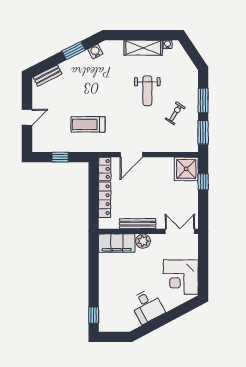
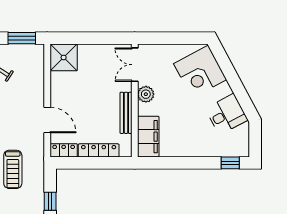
window: (203, 182) -> (78, 38), removed
plant: (143, 241) -> (146, 94), moved
corner desk: (181, 277) -> (200, 72), moved, turned 62
desk: (147, 306) -> (227, 114), moved

